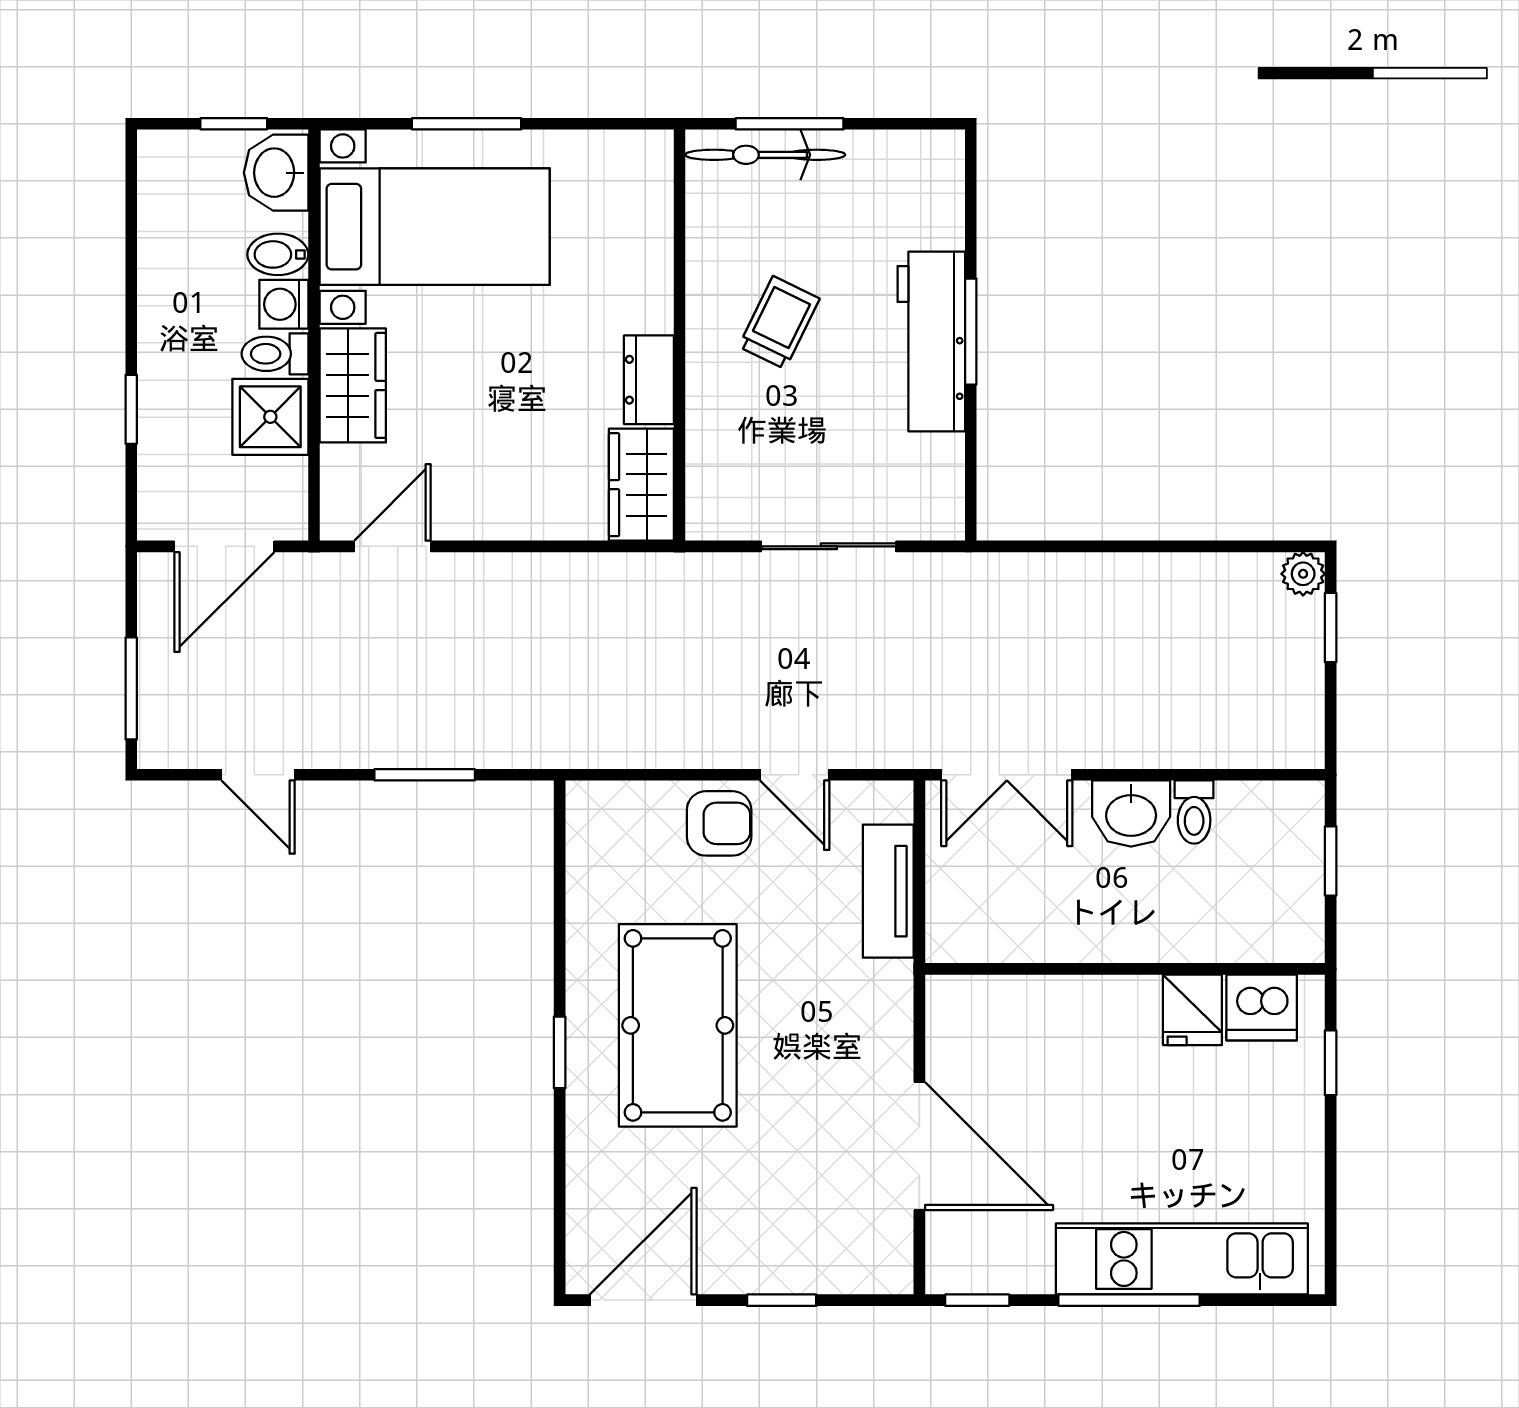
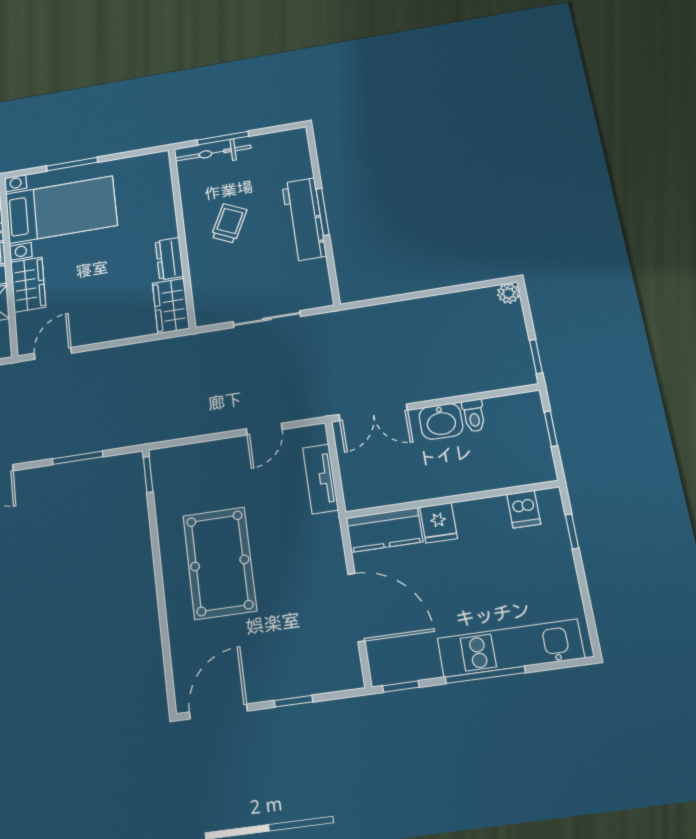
window: (1331, 628) -> (536, 357), moved
door: (795, 775) -> (264, 429), hinge flipped
armchair: (719, 823) -> (229, 459), removed
kitchen counter: (992, 1008) -> (384, 530), added
dishwasher: (1262, 1008) -> (524, 509), width x0.73
fridge: (1192, 1010) -> (439, 523), moved
window: (560, 1052) -> (148, 474), moved

